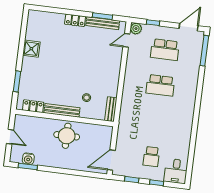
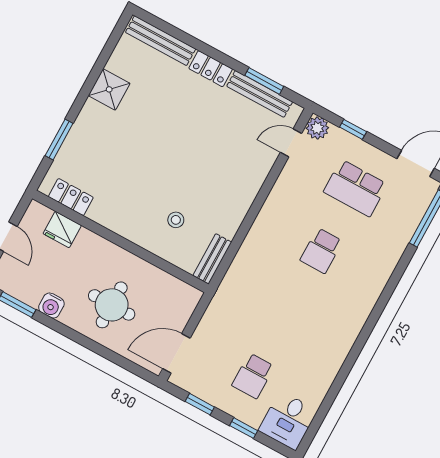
school desk: (160, 85) -> (321, 251), width x0.54
bench: (62, 110) -> (161, 41), moved
fridge: (35, 123) -> (62, 230), added
round table: (67, 136) -> (112, 305), moved
water cooler: (28, 159) -> (51, 306), moved

